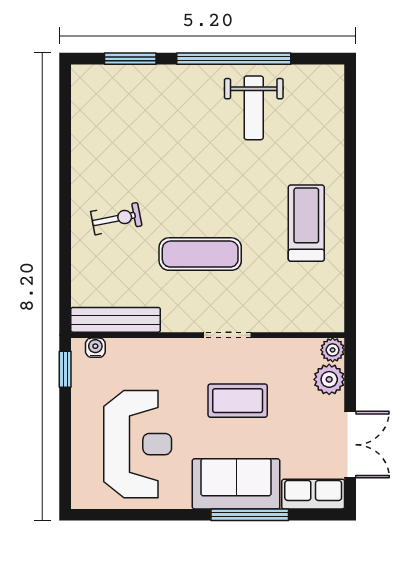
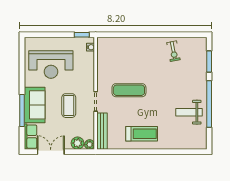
exercise bike: (116, 219) -> (173, 51), moved
exercise mat: (200, 254) -> (129, 90), turned 90
bench: (116, 320) -> (102, 131), moved
double door: (350, 445) -> (51, 152), swing flipped

